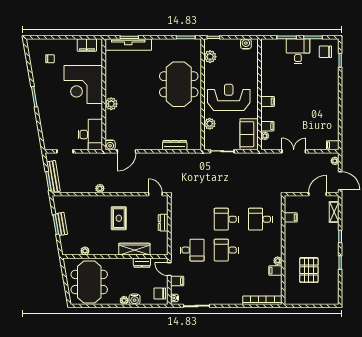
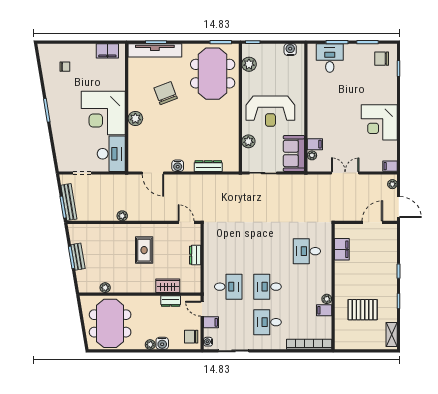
desk: (298, 51) -> (330, 58), moved
chair: (138, 82) -> (166, 93), added
meeting table: (179, 84) -> (213, 74), moved
corner desk: (83, 85) -> (103, 113), moved
reception desk: (229, 97) -> (270, 111), turned 180
filing cabinet: (268, 101) -> (315, 116), removed
corner desk: (323, 107) -> (379, 122), added
water cooler: (110, 145) -> (178, 166), moved
door: (127, 151) -> (153, 173), hinge flipped
shelving: (334, 212) -> (392, 334), moved
filing cabinet: (291, 217) -> (342, 249), width x2.00
desk: (226, 219) -> (268, 322), moved
wardrobe: (134, 249) -> (168, 286), width x0.67
pallet: (309, 270) -> (363, 310), turned 90

